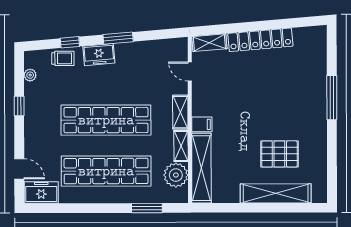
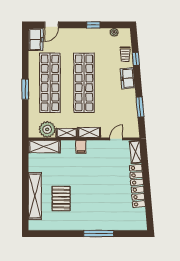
window: (118, 38) -> (140, 107), moved
shelving: (201, 168) -> (44, 146), width x0.68
window: (147, 208) -> (25, 89), moved

